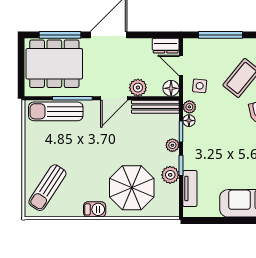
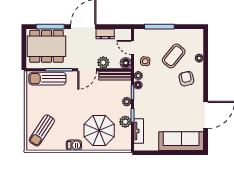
dresser: (166, 46) -> (105, 34), moved

